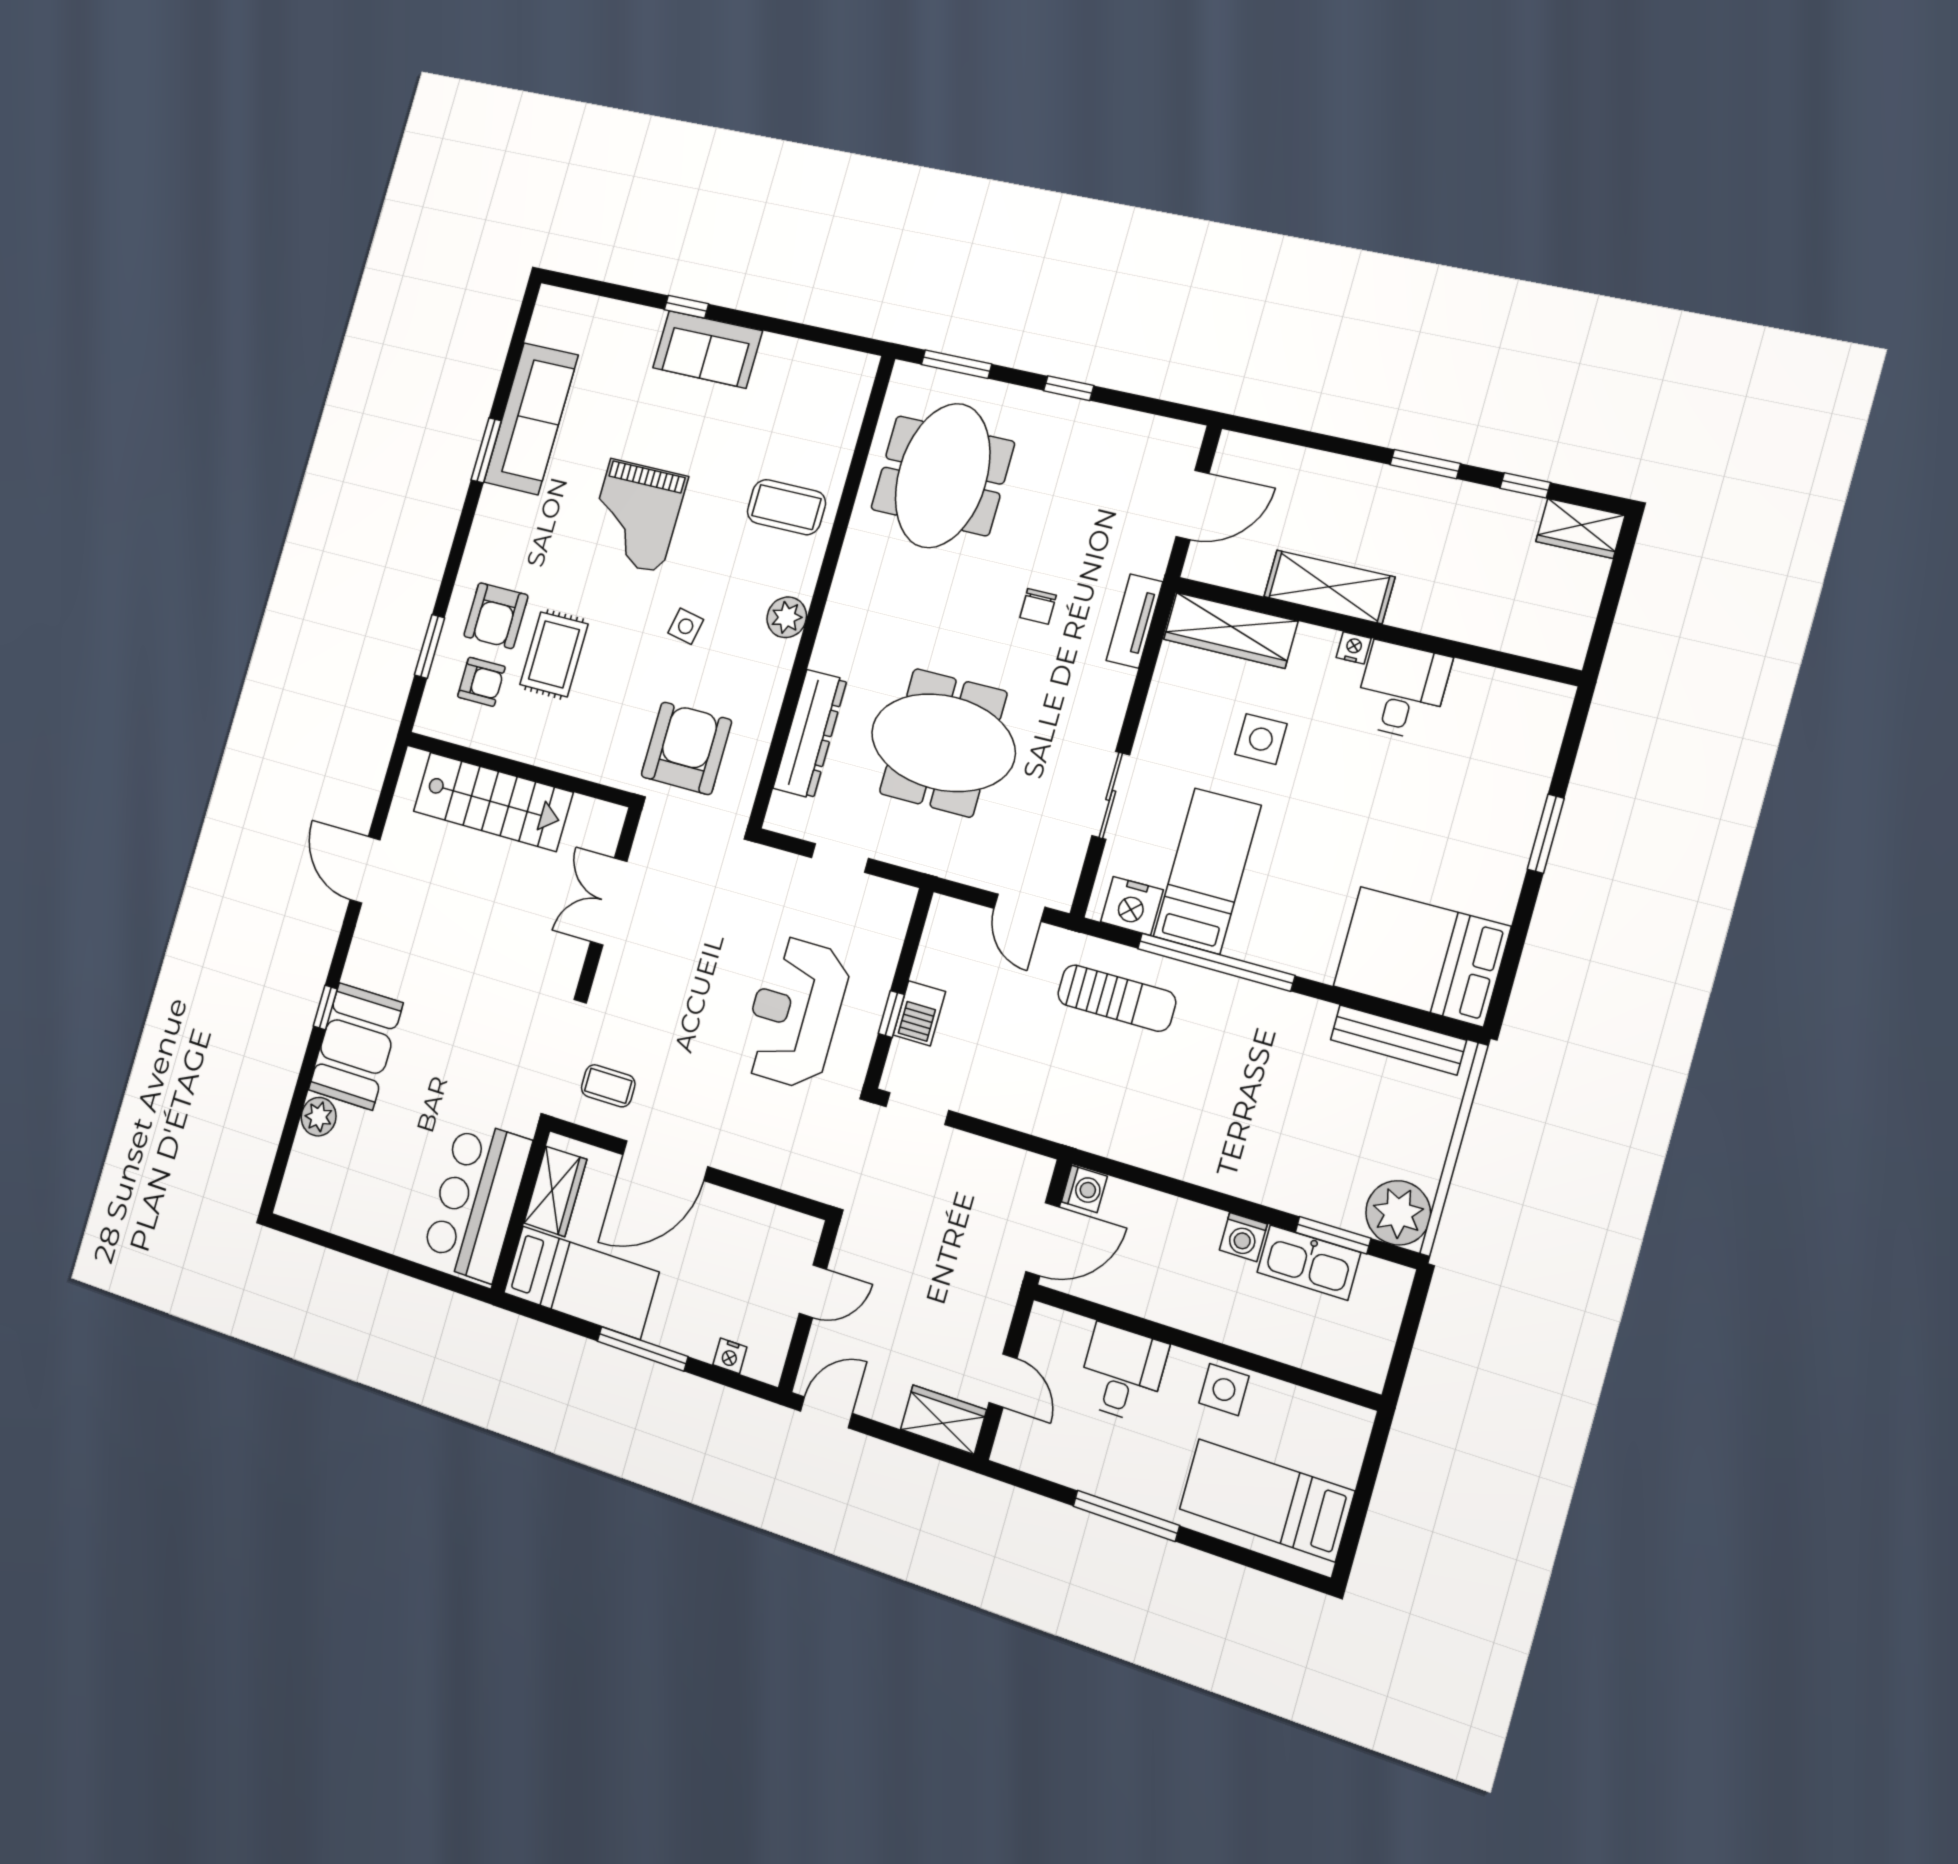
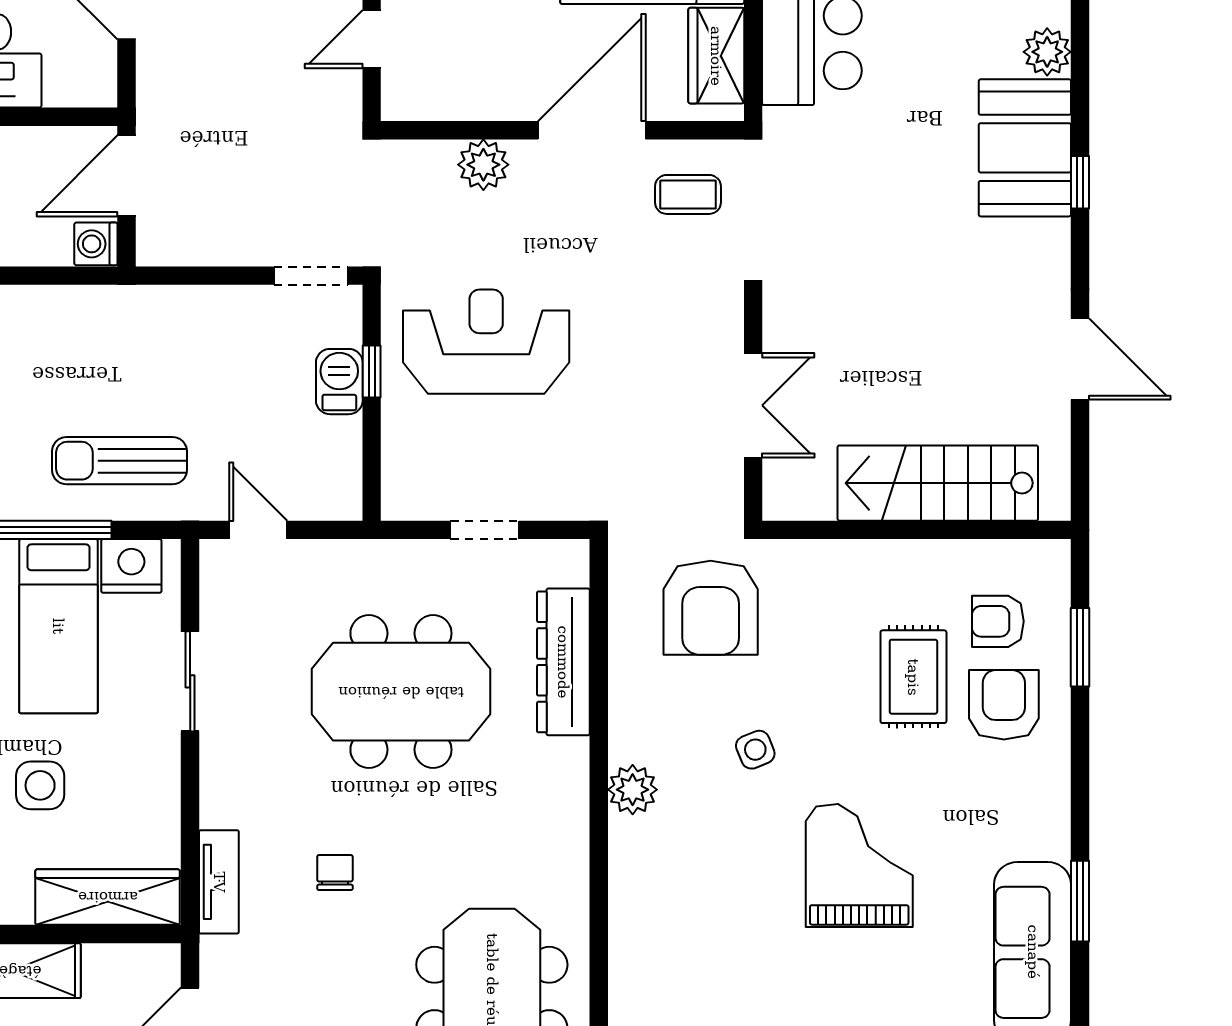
coffee table: (786, 507) -> (672, 918), removed
side table: (686, 626) -> (755, 750), turned -33
reception desk: (795, 1012) -> (486, 342), turned -90
plant: (756, 1159) -> (483, 165), added

